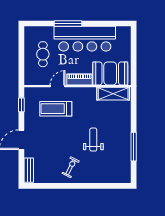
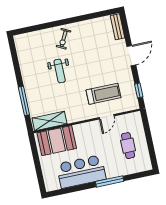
bar counter: (85, 39) -> (81, 172), width x0.73
piano: (79, 79) -> (86, 128), removed
window: (134, 147) -> (24, 101), moved
exercise bike: (71, 167) -> (64, 39), moved

